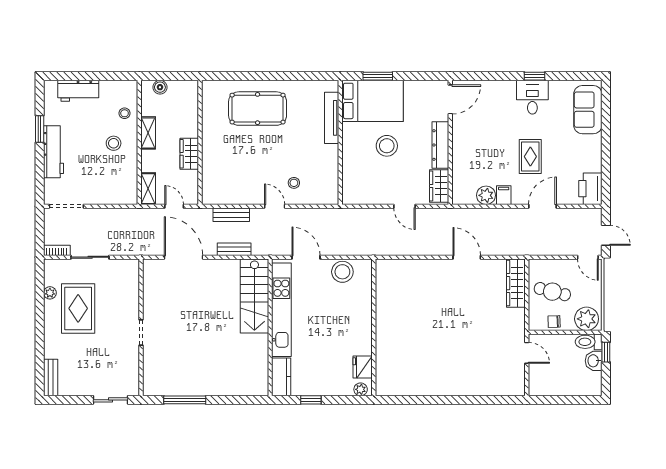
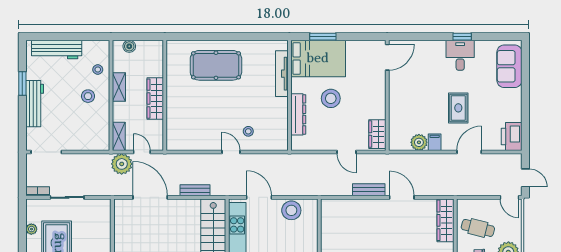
workbench: (78, 91) -> (57, 50), width x1.38
dresser: (440, 145) -> (298, 114), moved, turned 180
wardrobe: (189, 154) -> (155, 99), width x1.50
bench: (231, 215) -> (369, 190), moved
plant: (151, 220) -> (122, 164), added

